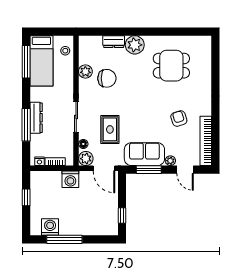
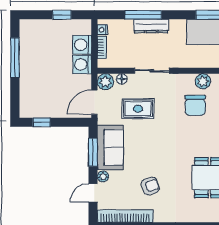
washing machine: (50, 227) -> (82, 45), moved, turned 180

